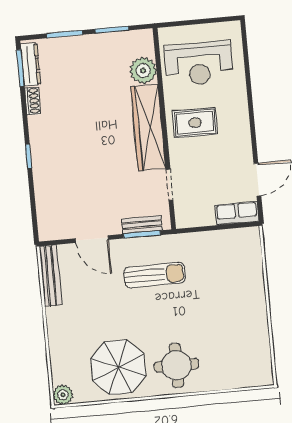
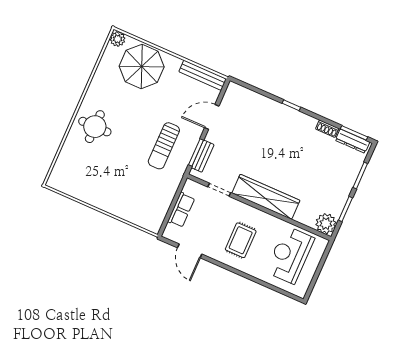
plant: (143, 71) -> (326, 224), moved
rug: (195, 123) -> (241, 240), moved
row of seats: (237, 213) -> (181, 210), moved
parasol: (118, 367) -> (142, 66), moved

